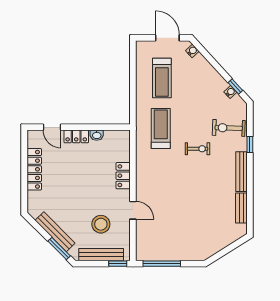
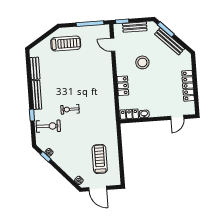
door: (52, 127) -> (177, 117), swing flipped
treadmill: (161, 128) -> (66, 44), moved, turned -90
locker: (76, 136) -> (129, 114), moved
door: (133, 210) -> (113, 45), moved
stool: (101, 224) -> (142, 62), moved
bench: (101, 255) -> (135, 27), width x0.73

